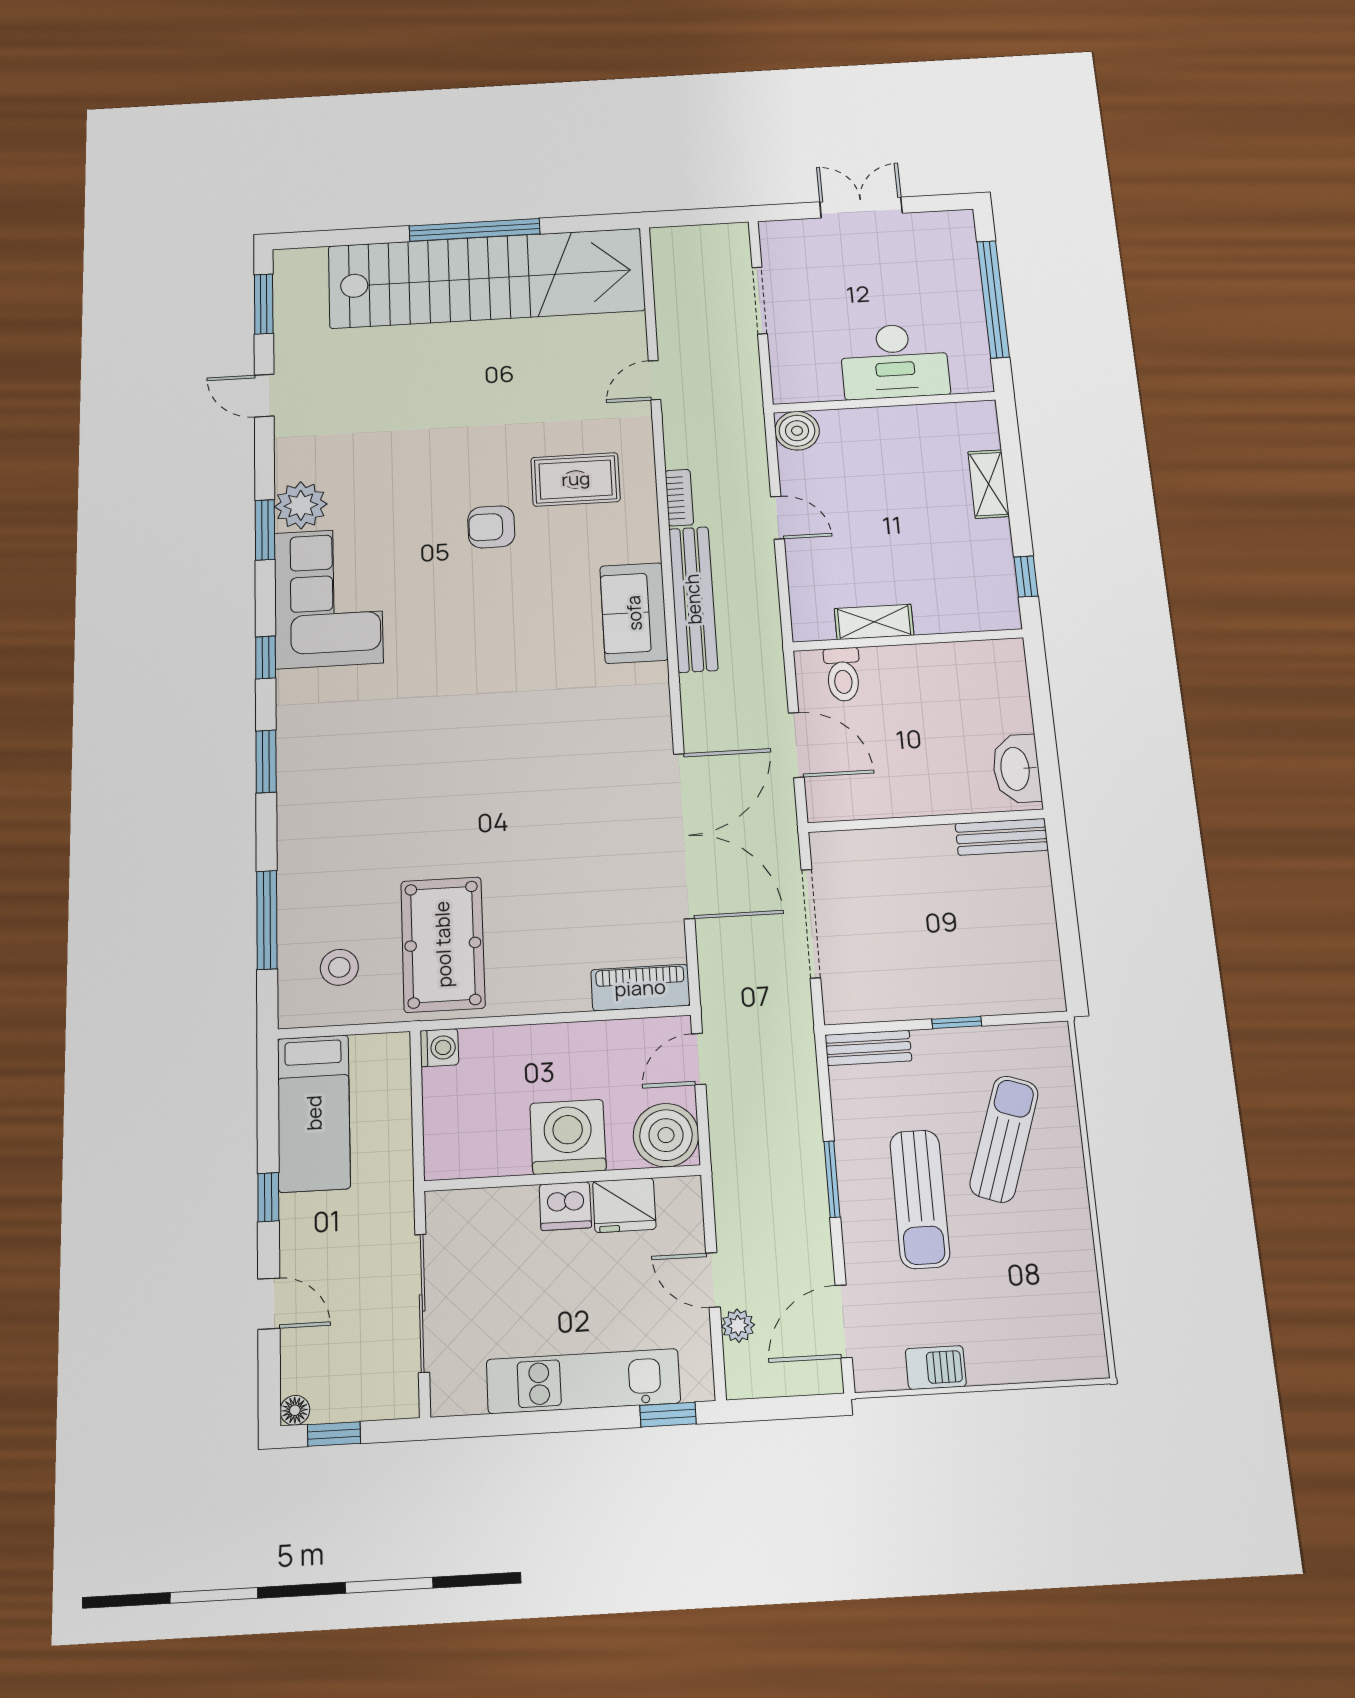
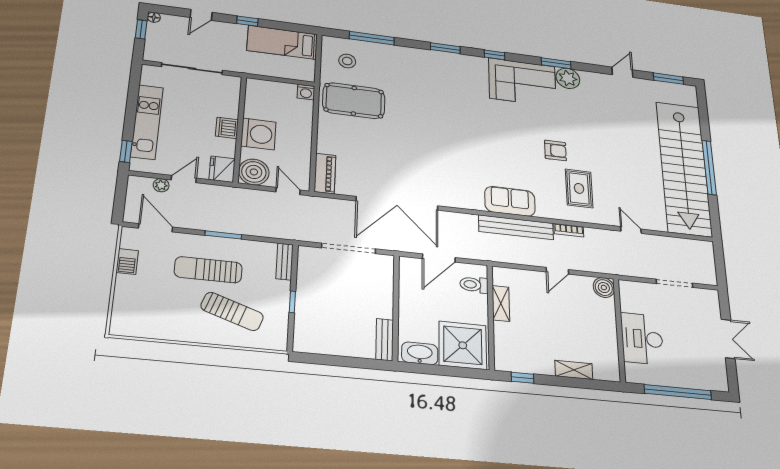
armchair: (491, 527) -> (555, 150), turned 90
shower: (981, 689) -> (463, 345), added
fridge: (624, 1205) -> (222, 169), moved

